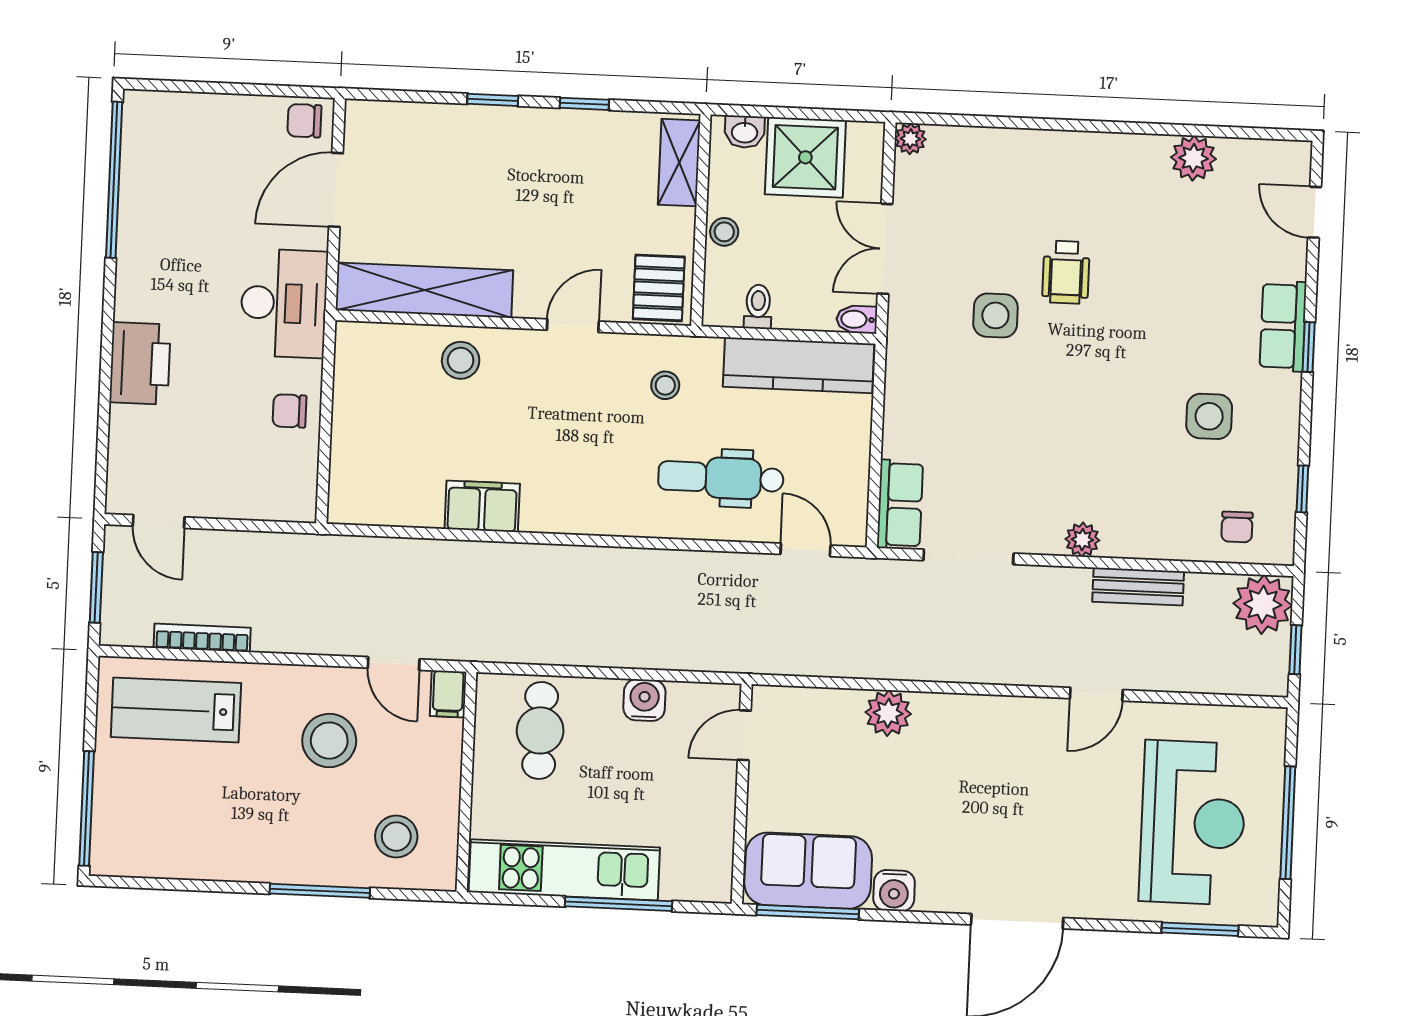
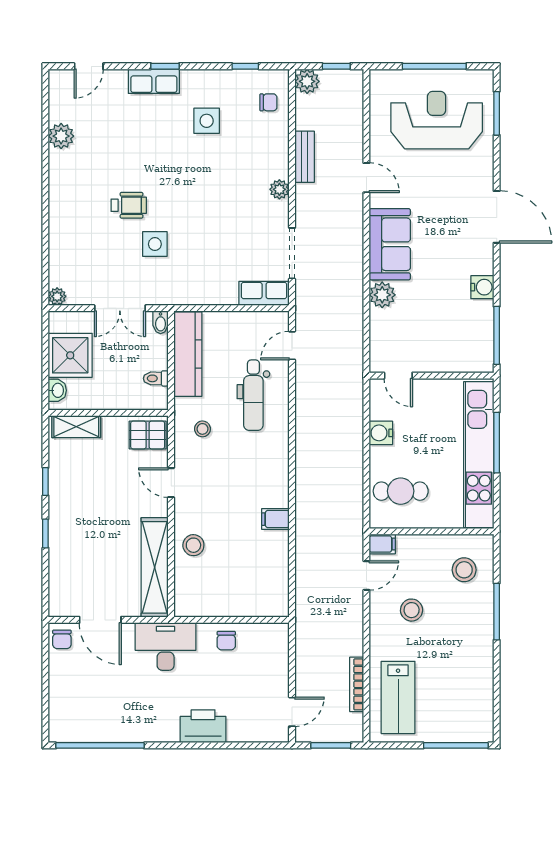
stool: (724, 232) -> (114, 399), removed
filing cabinet: (482, 506) -> (275, 519), width x0.50
plant: (1263, 604) -> (307, 81), width x0.73, depth x0.73
stool: (329, 741) -> (412, 610), width x0.73, depth x0.73
kitchen unit: (564, 870) -> (479, 455), width x1.36
sofa: (808, 871) -> (390, 244), moved, turned 180

